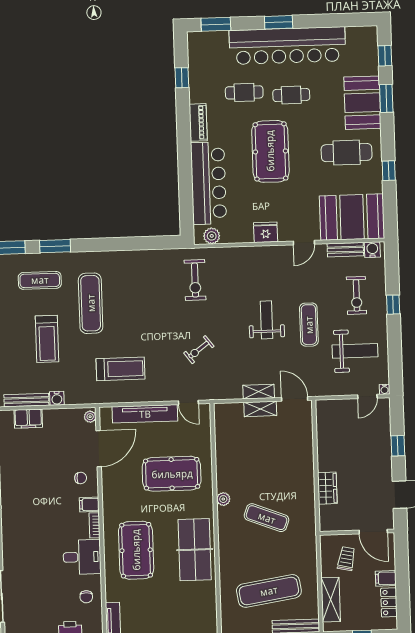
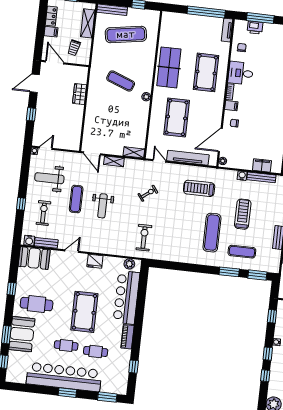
booth: (352, 217) -> (34, 258), width x0.73, depth x0.70
shelving: (260, 409) -> (134, 152), moved
pool table: (172, 474) -> (177, 117), turned 90

